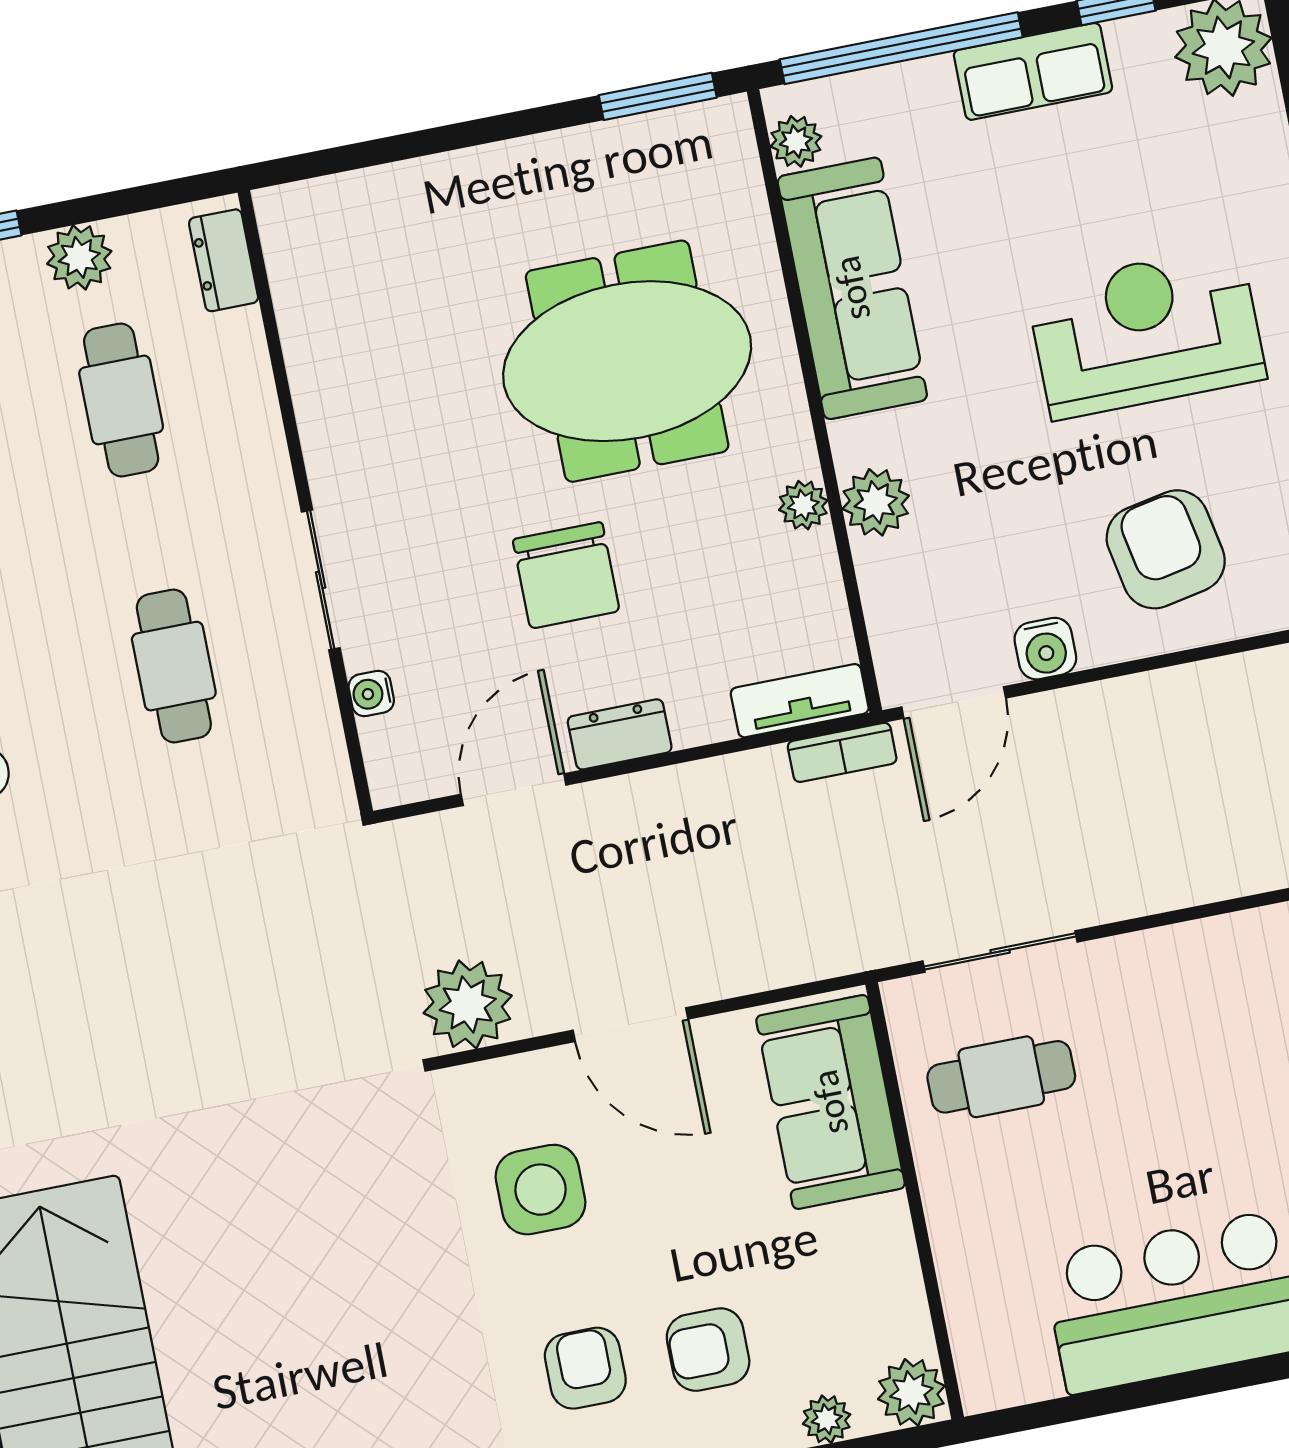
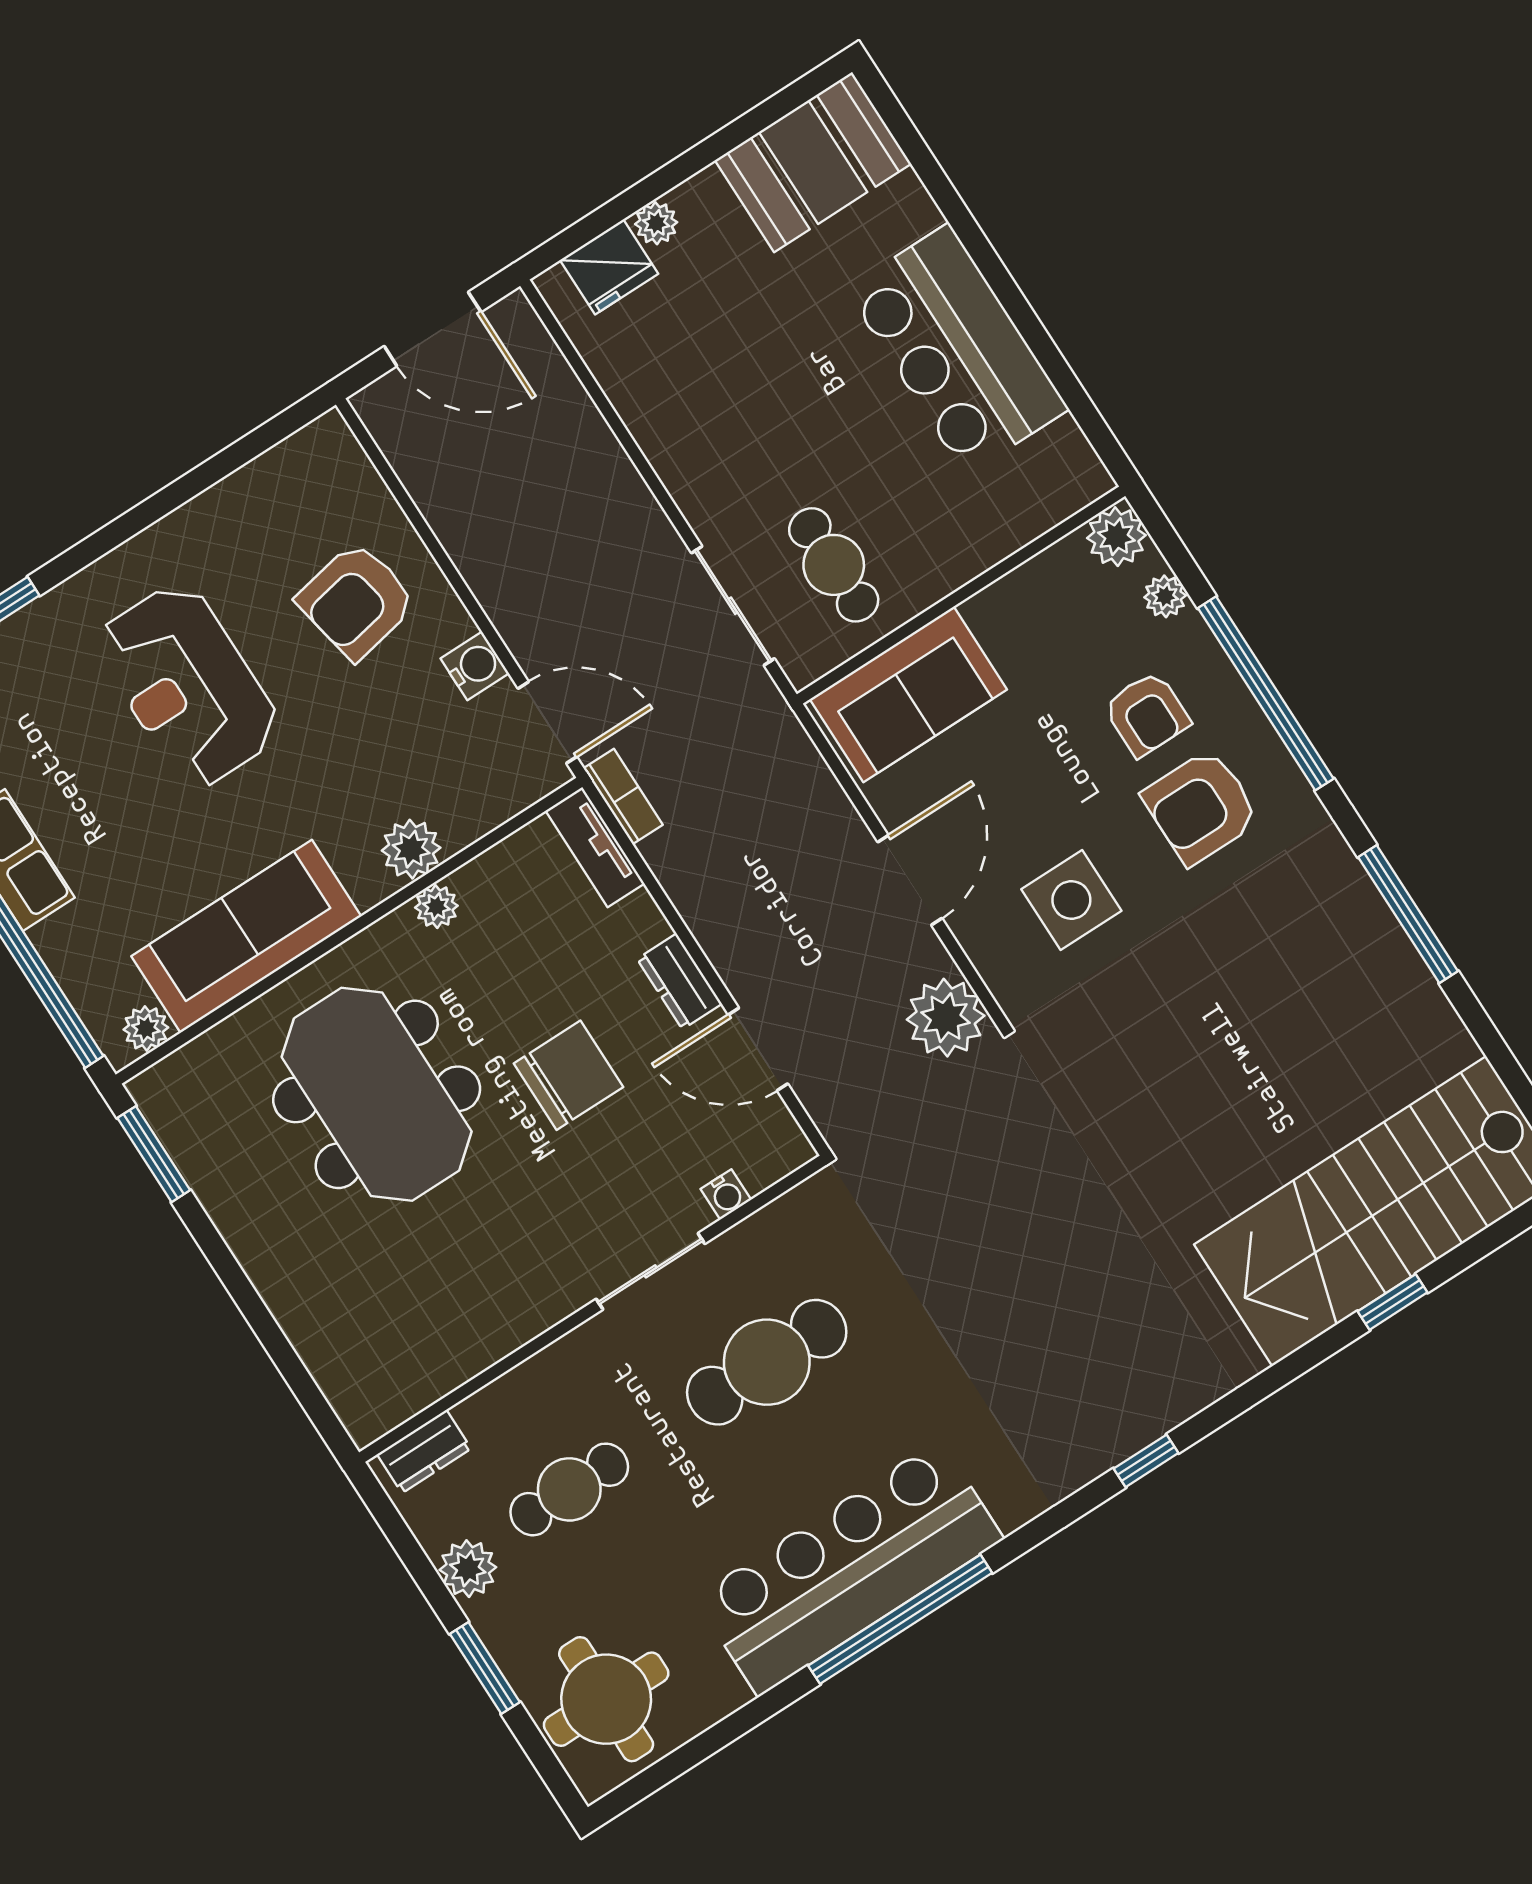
cafe table: (174, 666) -> (767, 1362), width x1.37, depth x1.35
armchair: (585, 1368) -> (1201, 807), width x1.38, depth x1.38

